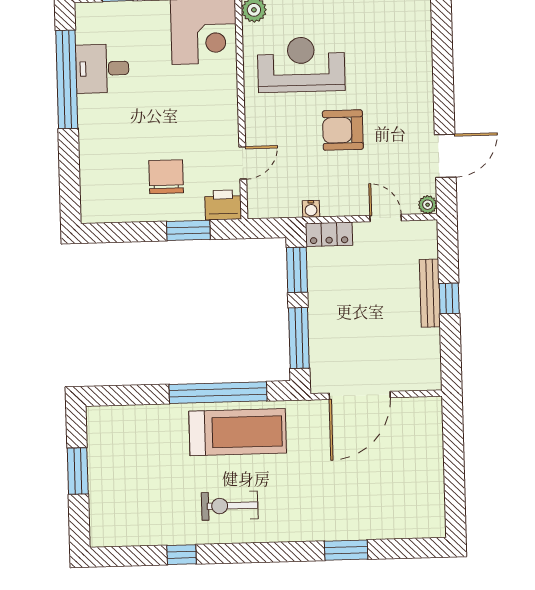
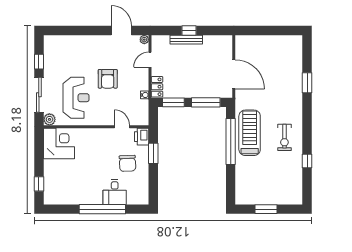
reception desk: (301, 65) -> (76, 98), turned 180
desk: (102, 69) -> (115, 192), moved
window: (67, 79) -> (102, 209), moved
chair: (166, 177) -> (127, 163), turned -93

